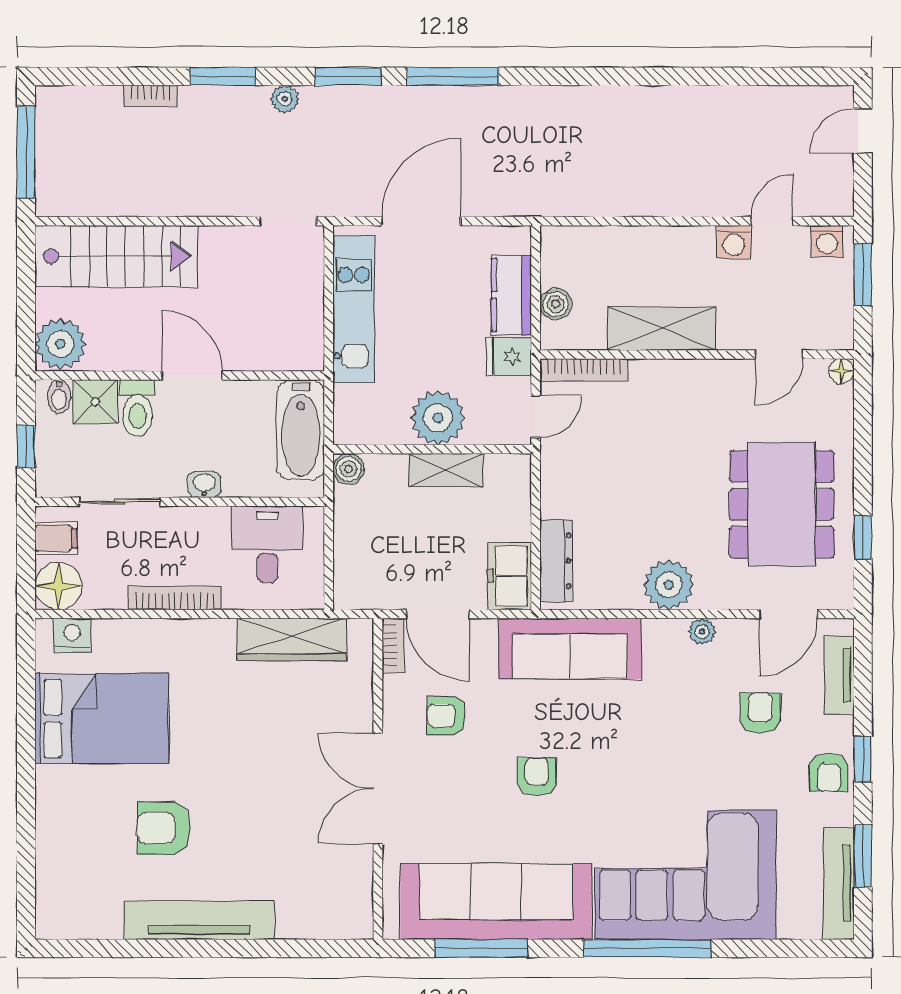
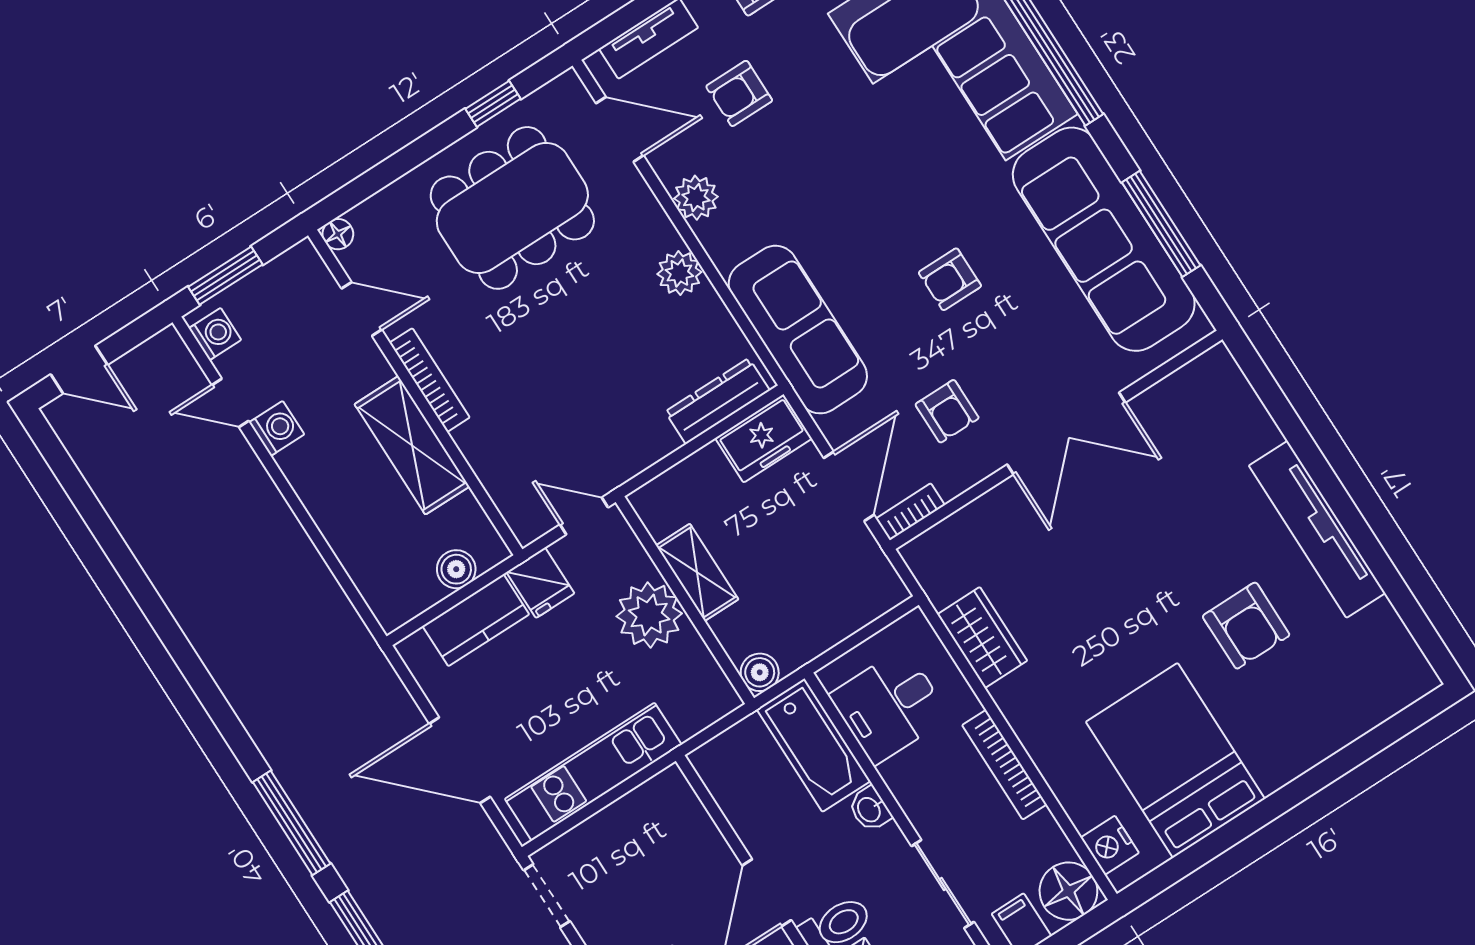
bookcase: (584, 370) -> (430, 380), moved
bathtub: (301, 430) -> (814, 745), moved, turned 90
plant: (669, 585) -> (679, 273), width x0.73, depth x0.73
plant: (702, 632) -> (696, 198), width x1.38, depth x1.38
wardrobe: (292, 639) -> (982, 638), width x0.67

